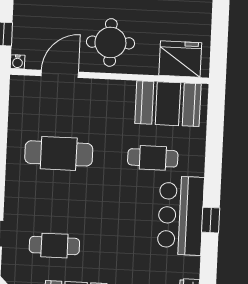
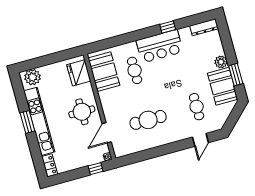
door: (60, 74) -> (107, 133), hinge flipped
cafe table: (59, 153) -> (148, 120), turned 90
window: (211, 220) -> (168, 27), moved

